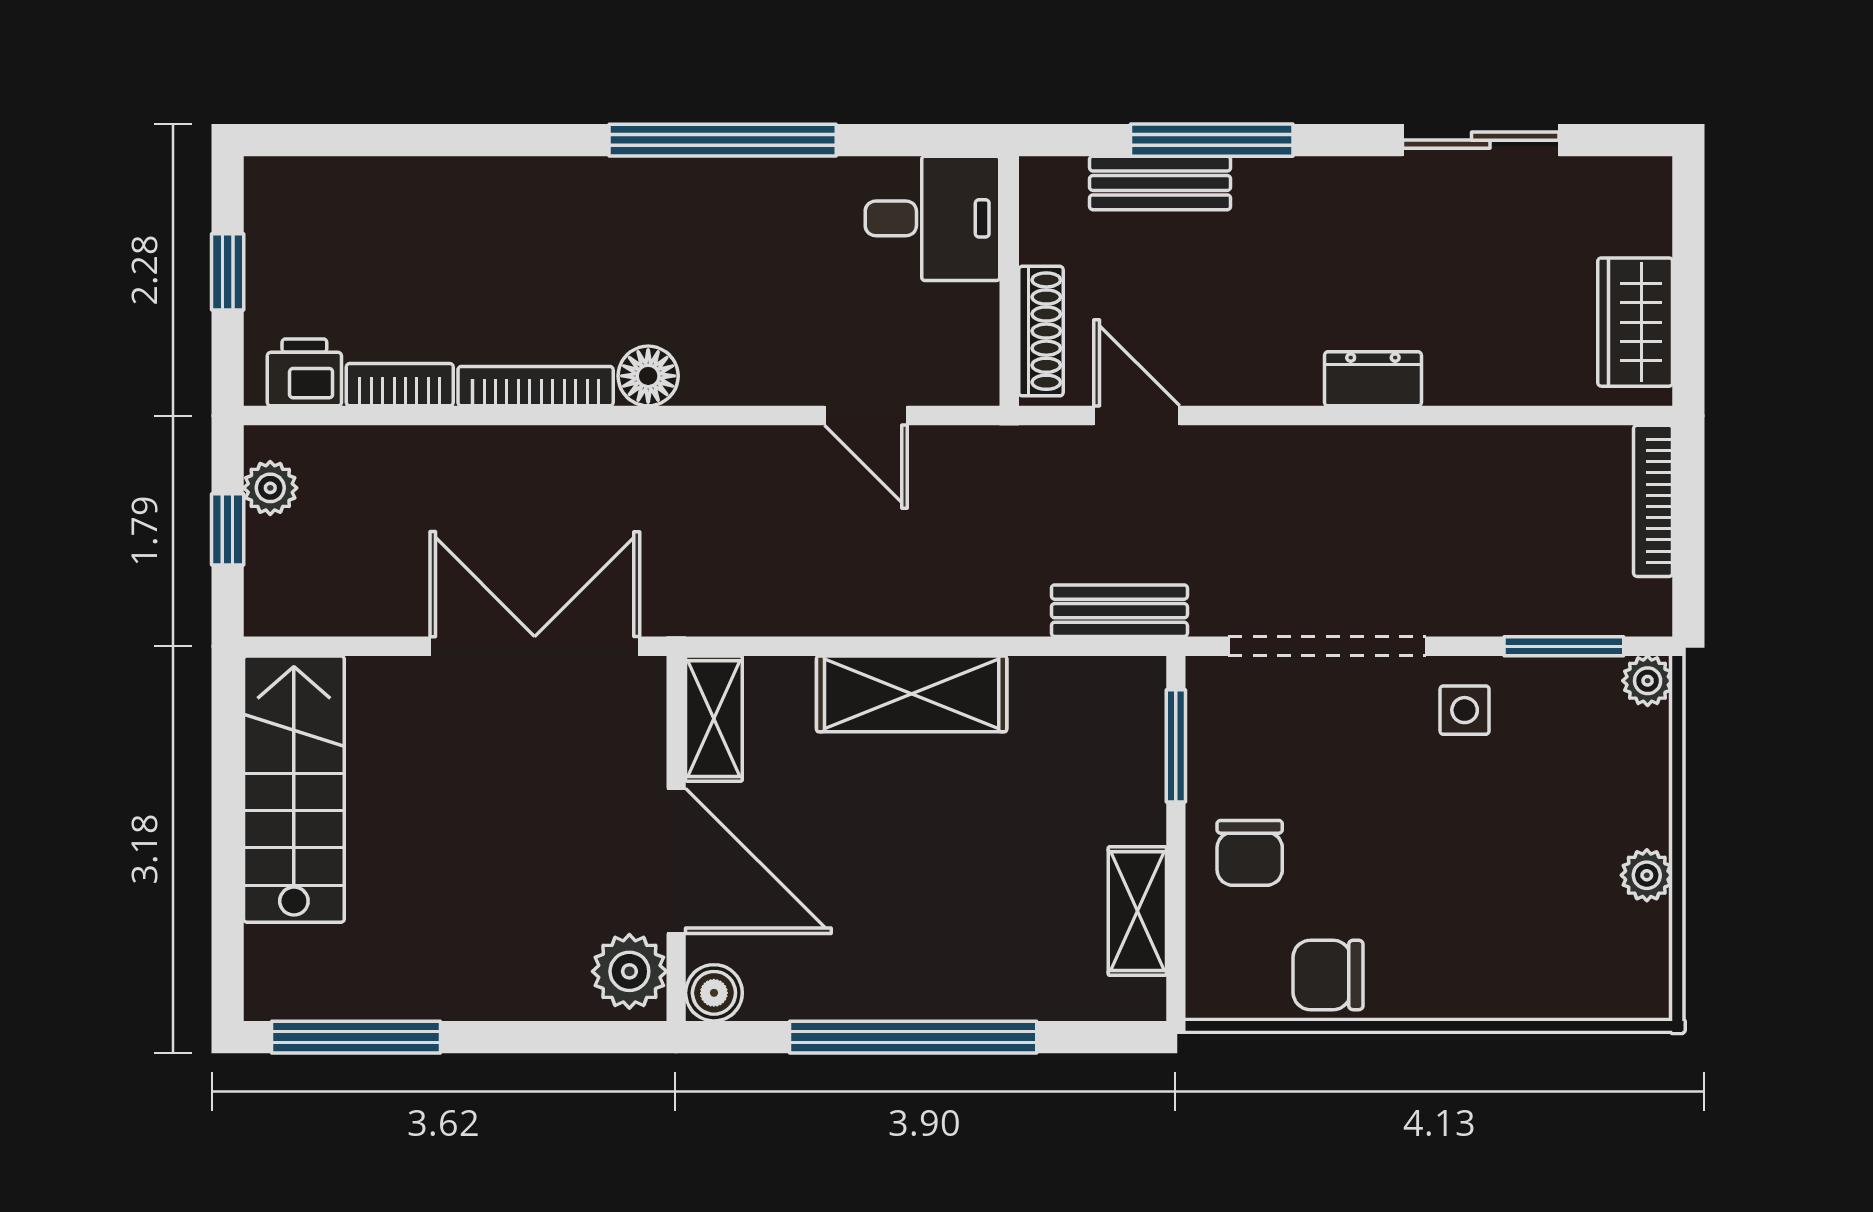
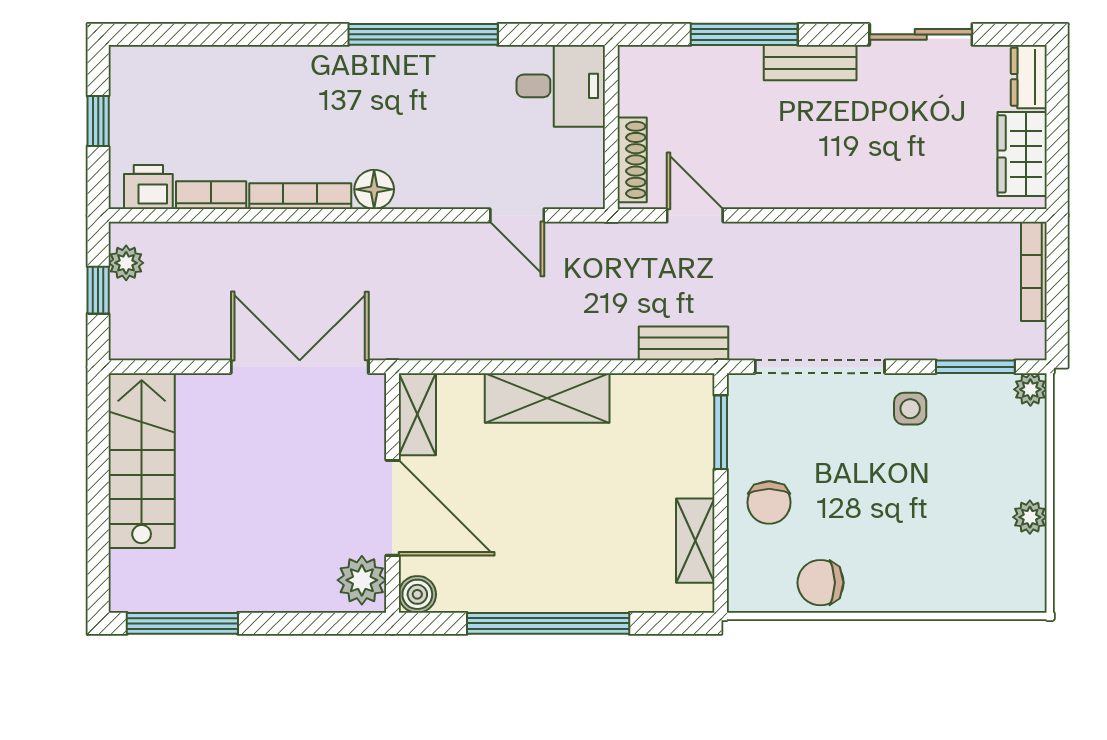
bench: (1160, 183) -> (810, 63), moved
dresser: (1373, 379) -> (1029, 77), moved, turned -90

